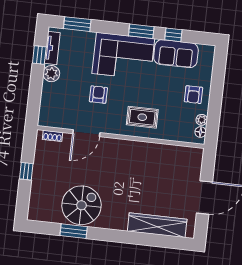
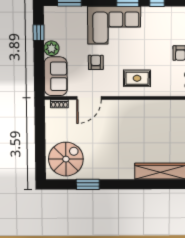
tv unit: (52, 48) -> (49, 25), removed
sofa: (176, 54) -> (56, 76), moved, turned -90
window: (26, 171) -> (40, 137), removed
spiral stairs: (81, 205) -> (66, 159), moved

